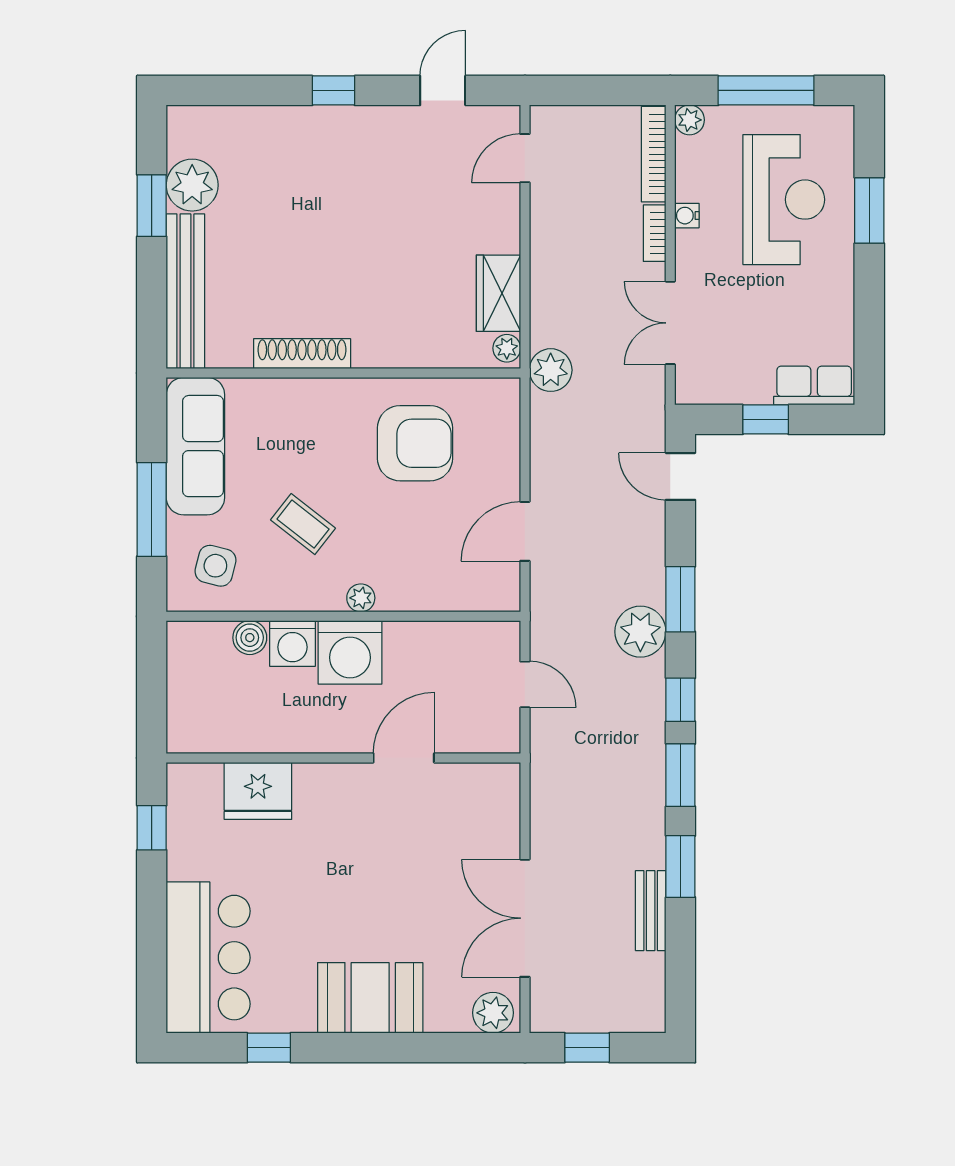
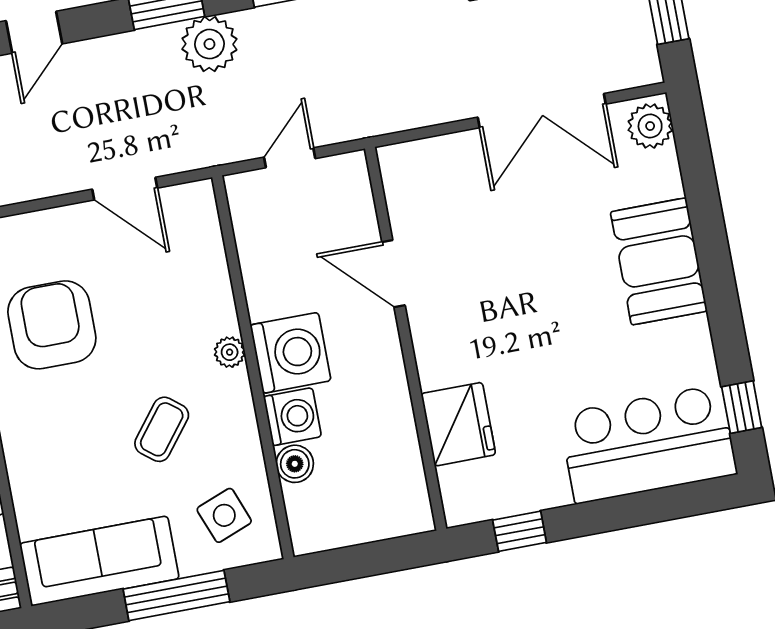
side table: (215, 566) -> (224, 515), turned -35
window: (269, 1048) -> (742, 407), moved

